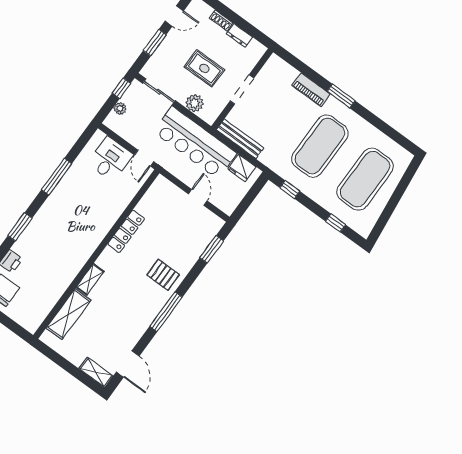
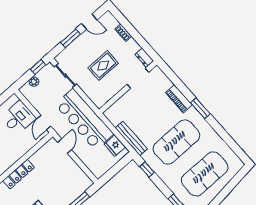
dresser: (240, 35) -> (144, 58), moved
rug: (204, 68) -> (103, 66), turned 90
doorway: (242, 90) -> (138, 78), moved
plant: (195, 103) -> (90, 90), removed
bench: (240, 139) -> (131, 138), moved
door: (198, 197) -> (65, 146), moved

